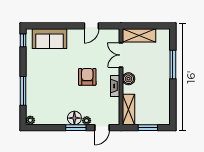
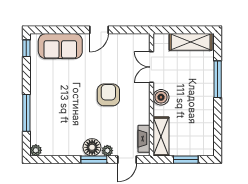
door: (91, 26) -> (99, 30), moved
shelving: (139, 35) -> (191, 42), moved
fireplace: (115, 86) -> (144, 139), moved

